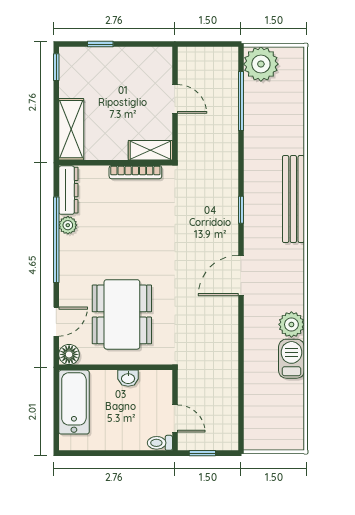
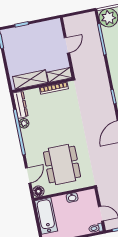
door: (175, 99) -> (67, 45), hinge flipped
shelving: (71, 129) -> (30, 80), moved, turned 90

